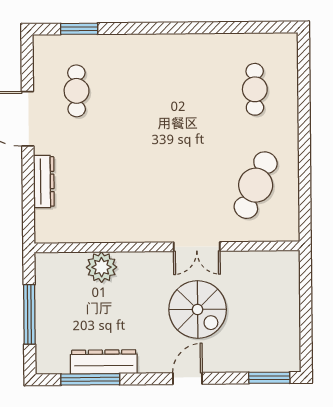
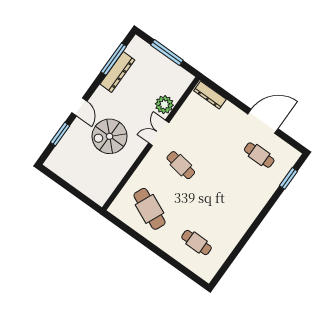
dresser: (44, 181) -> (210, 95), moved
cafe table: (166, 186) -> (181, 165), added
double door: (197, 247) -> (159, 133), moved
window: (269, 378) -> (60, 134), moved

